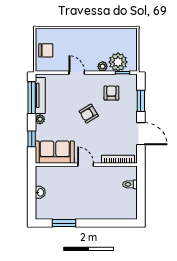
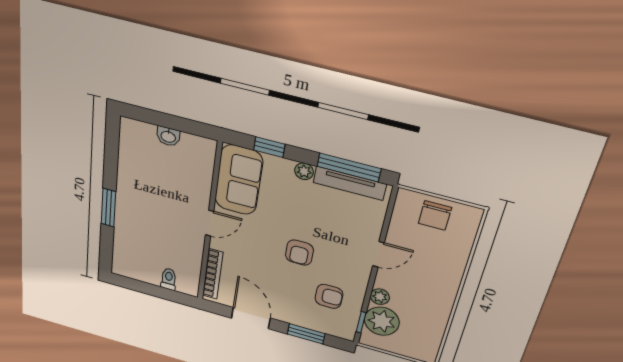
armchair: (89, 114) -> (299, 253), turned -149
door: (141, 134) -> (251, 318), swing flipped
window: (64, 223) -> (108, 208), moved

